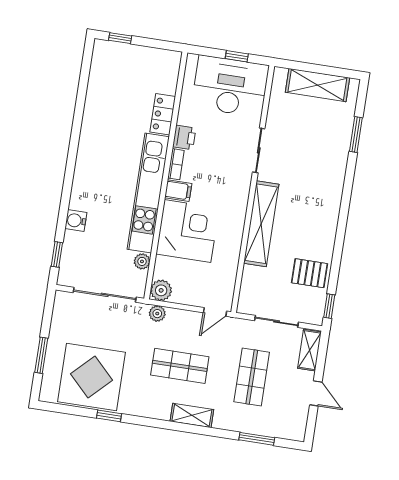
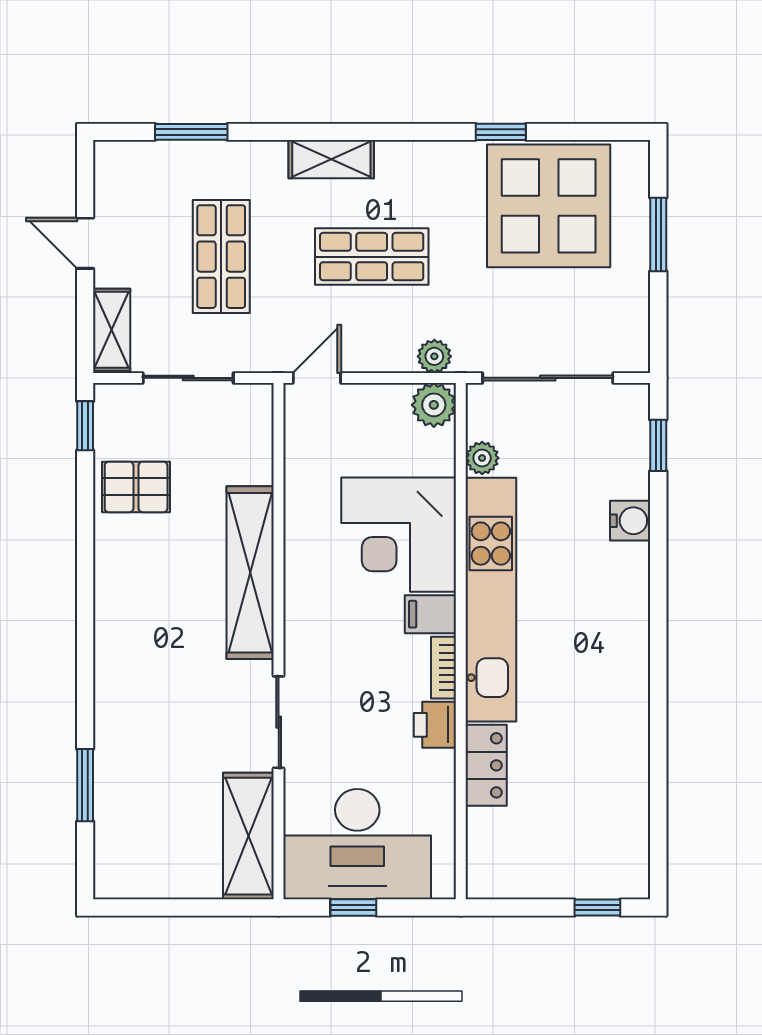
shelving: (317, 85) -> (248, 836), moved, turned 90

